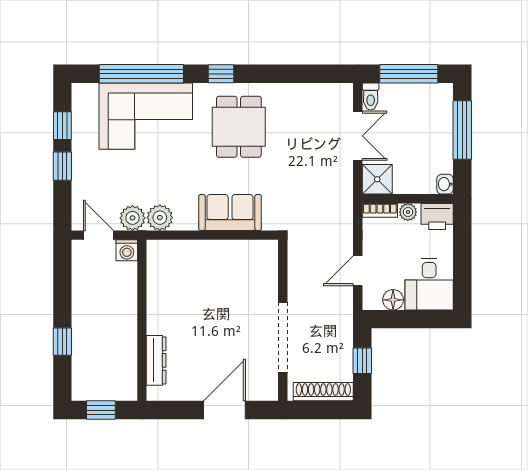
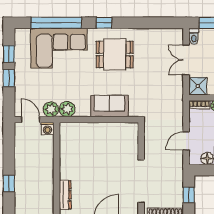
dining table: (239, 127) -> (115, 55), turned 90
double door: (358, 136) -> (186, 60), swing flipped

